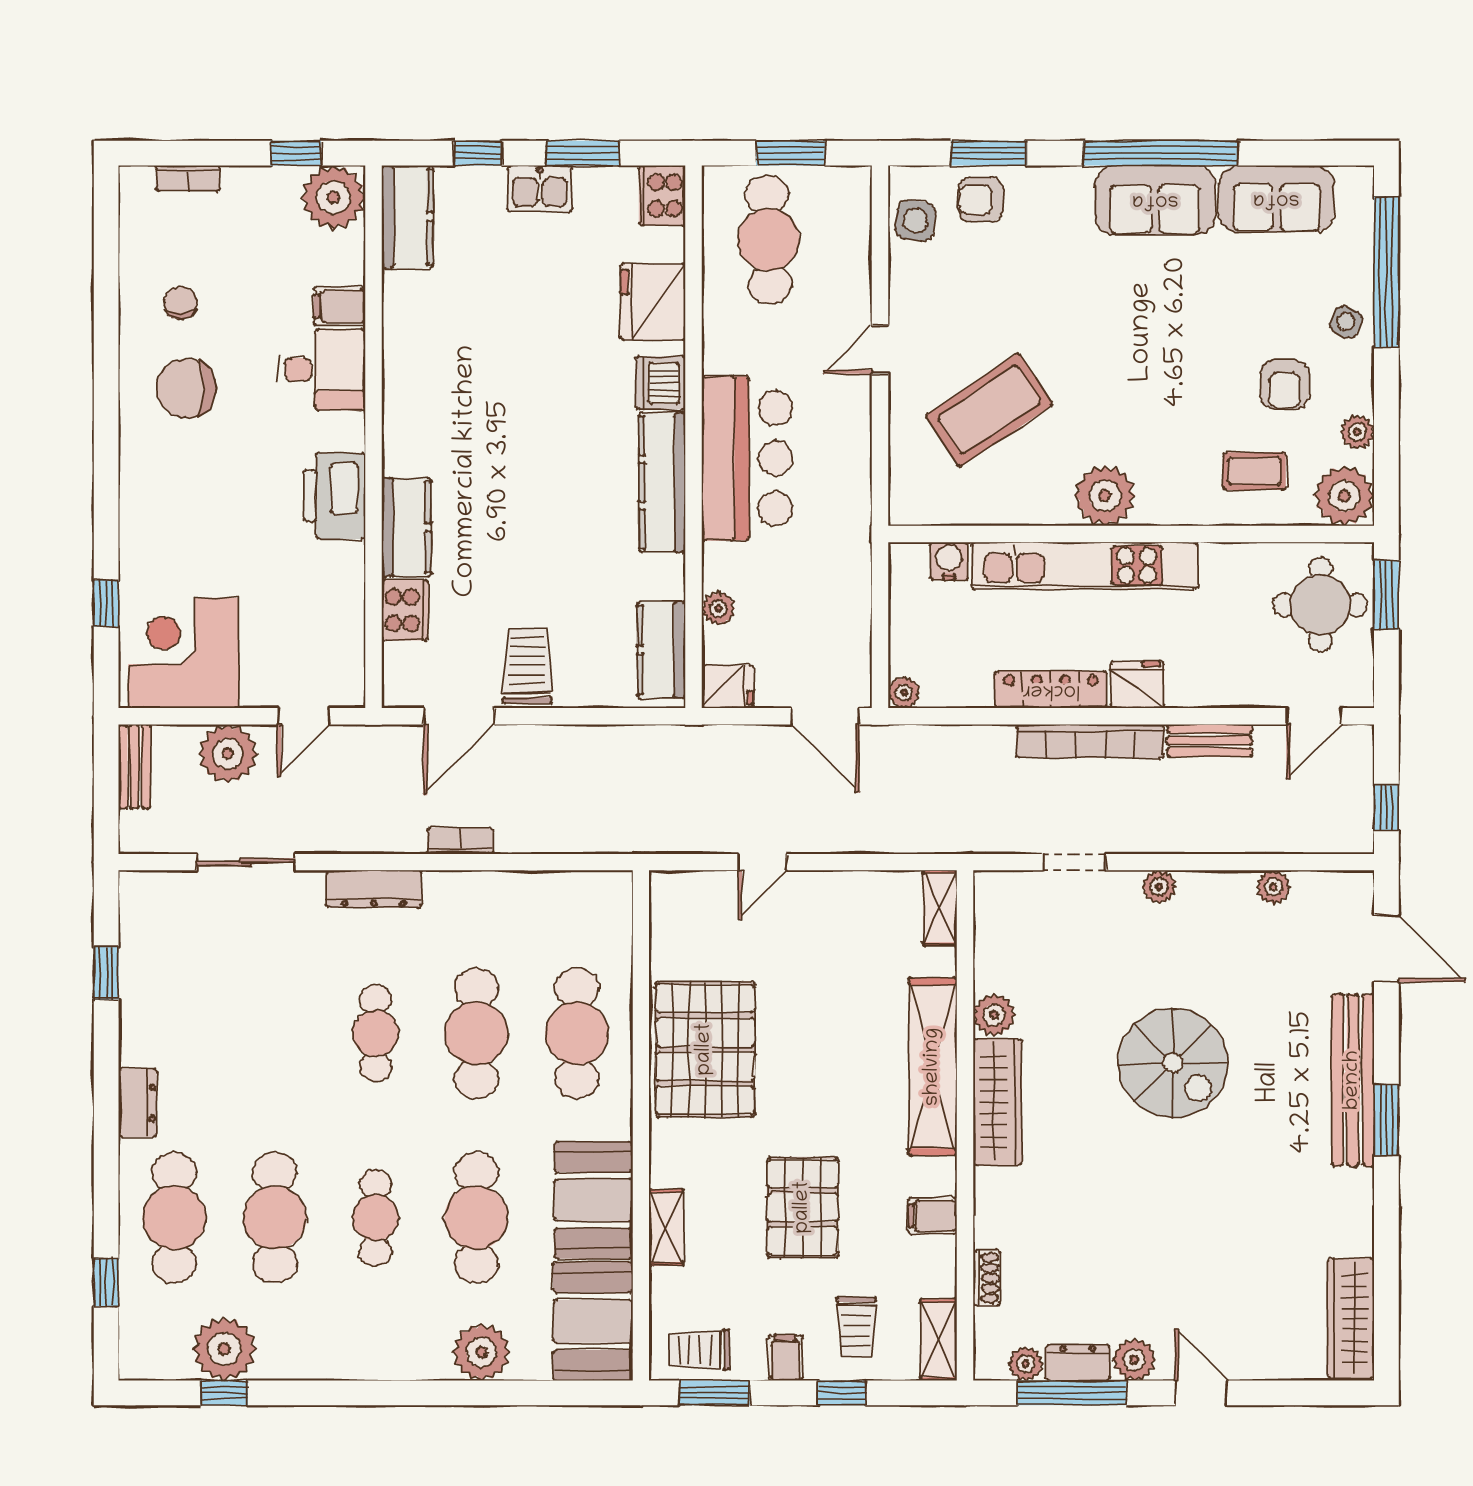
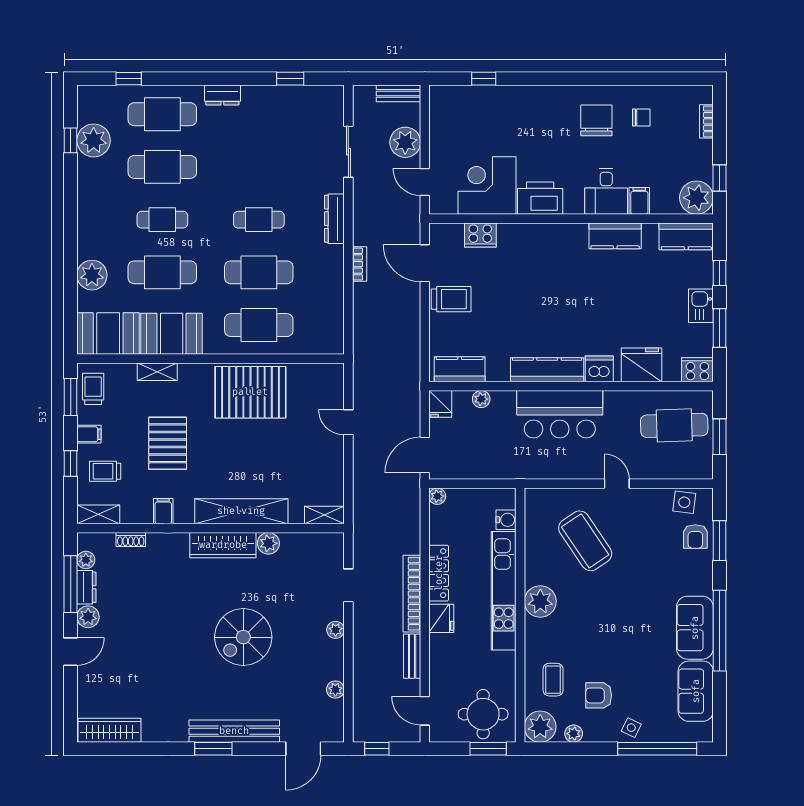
armchair: (981, 199) -> (695, 536), turned 180
kitchen counter: (406, 527) -> (615, 236), moved
corner desk: (183, 653) -> (487, 185), moved, turned -90
pallet: (803, 1207) -> (168, 443), turned 90

